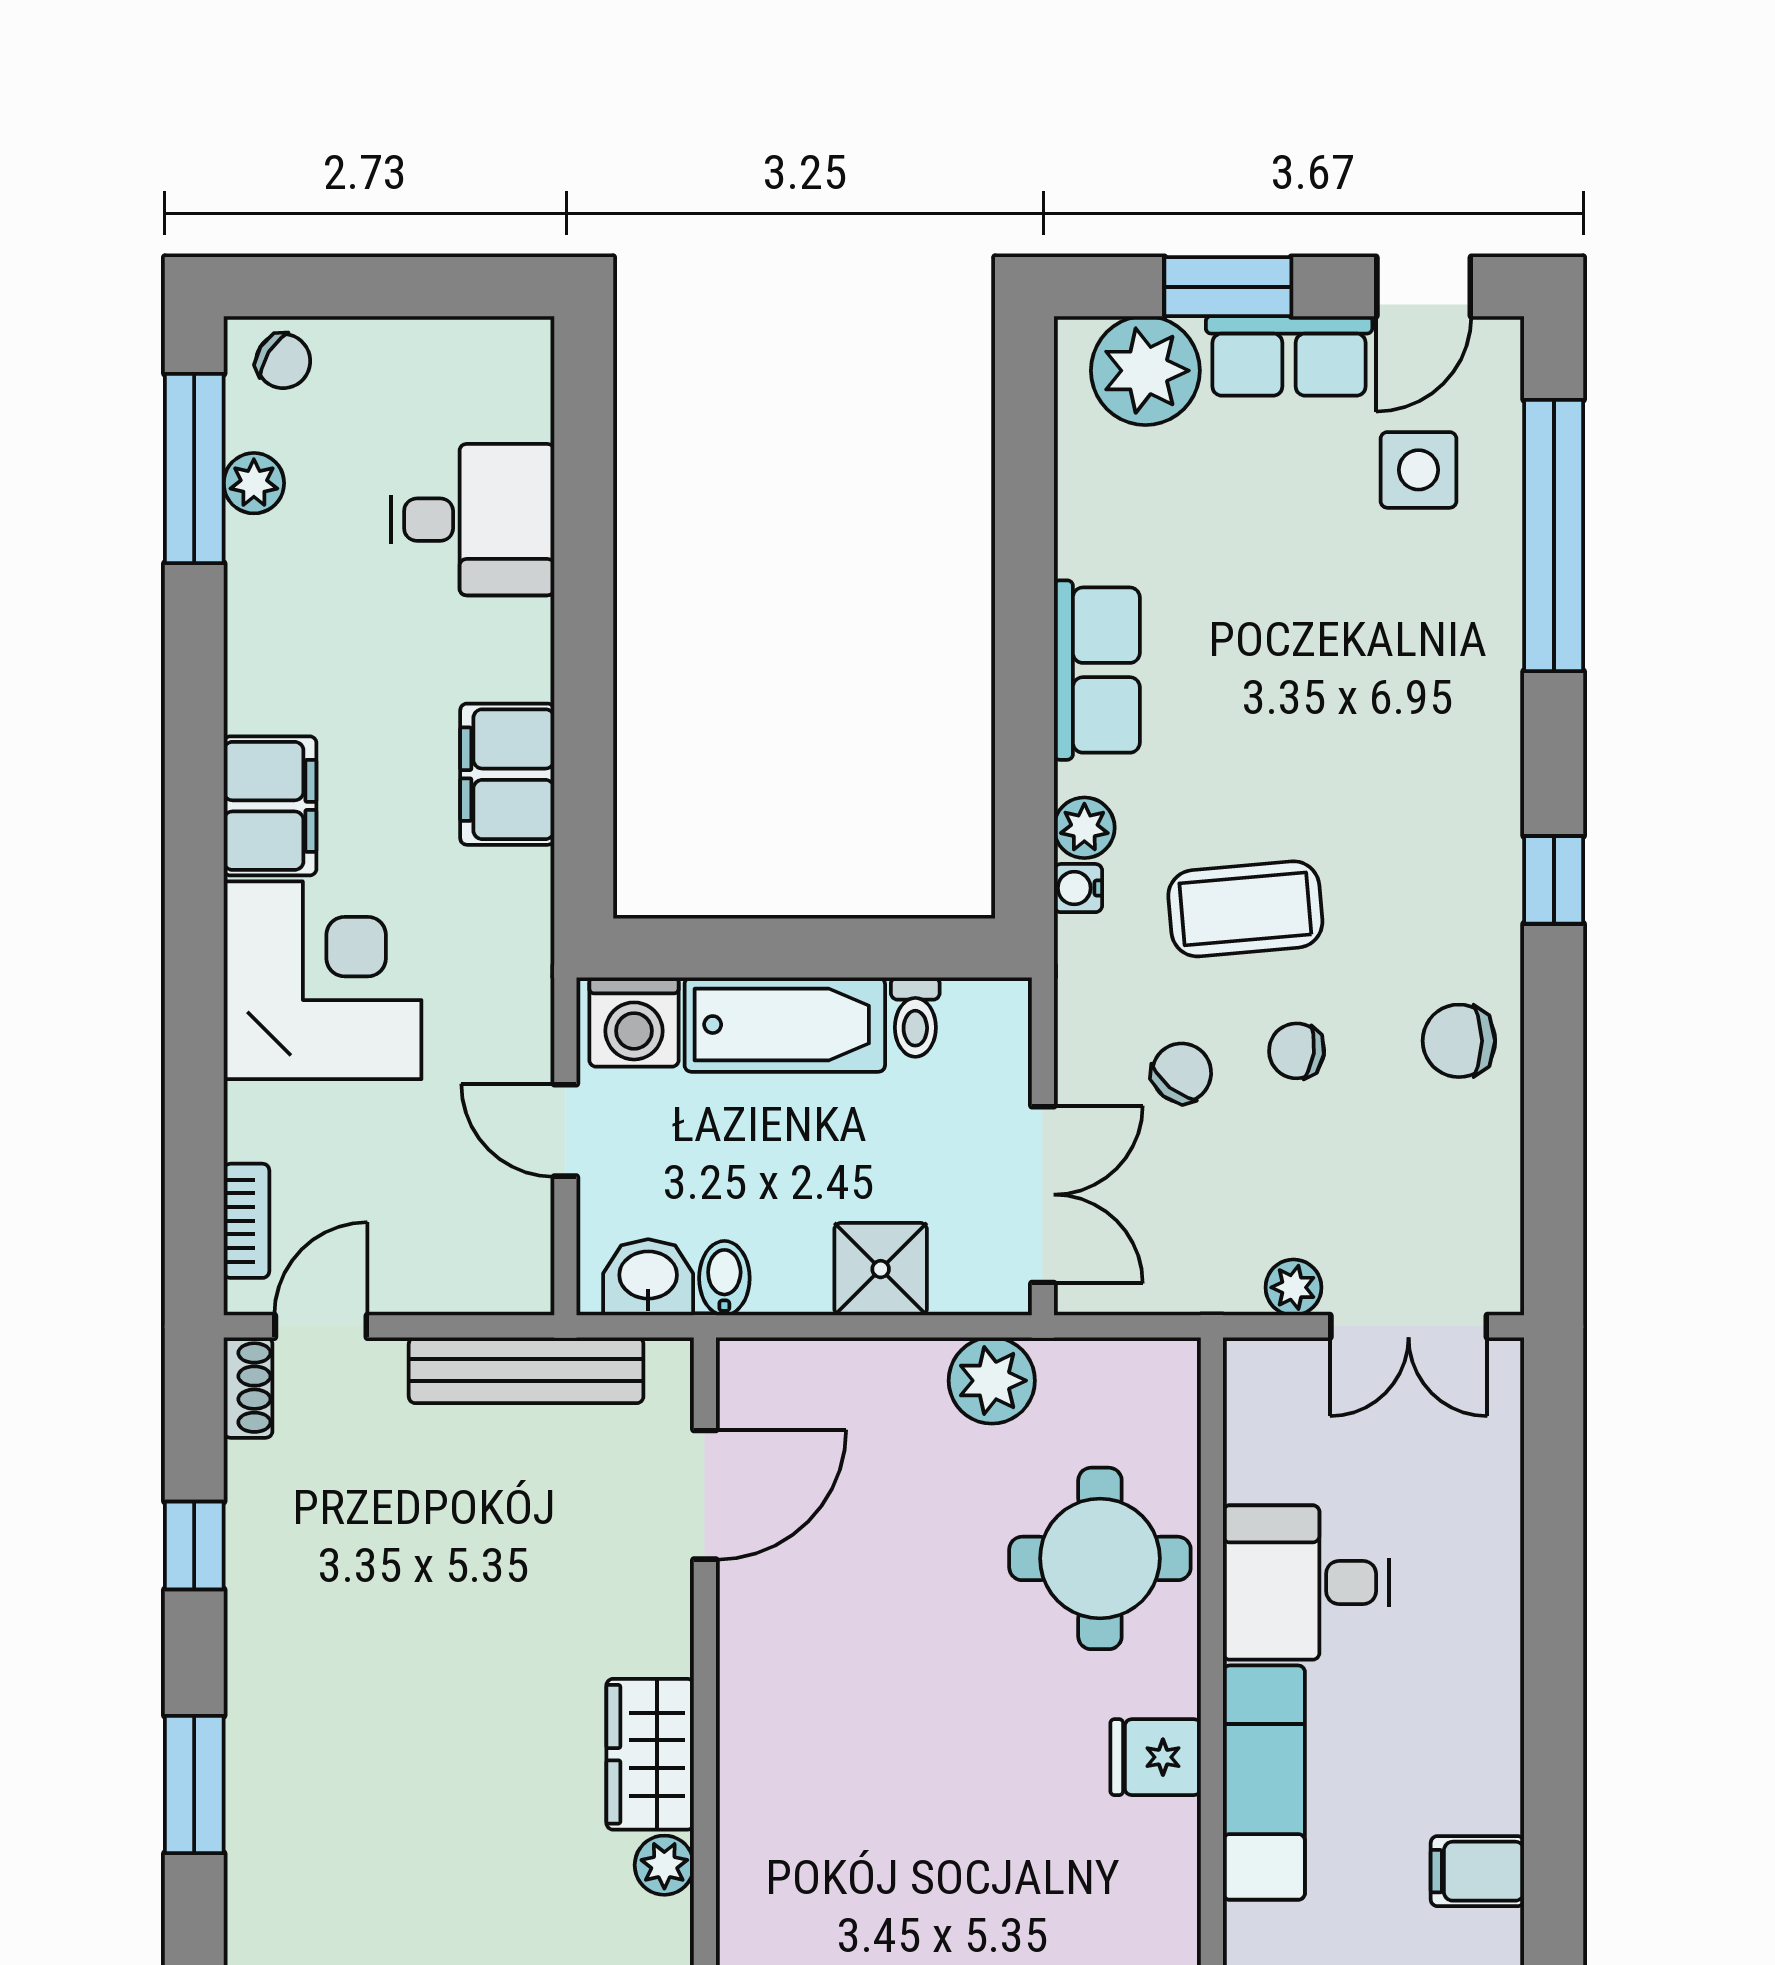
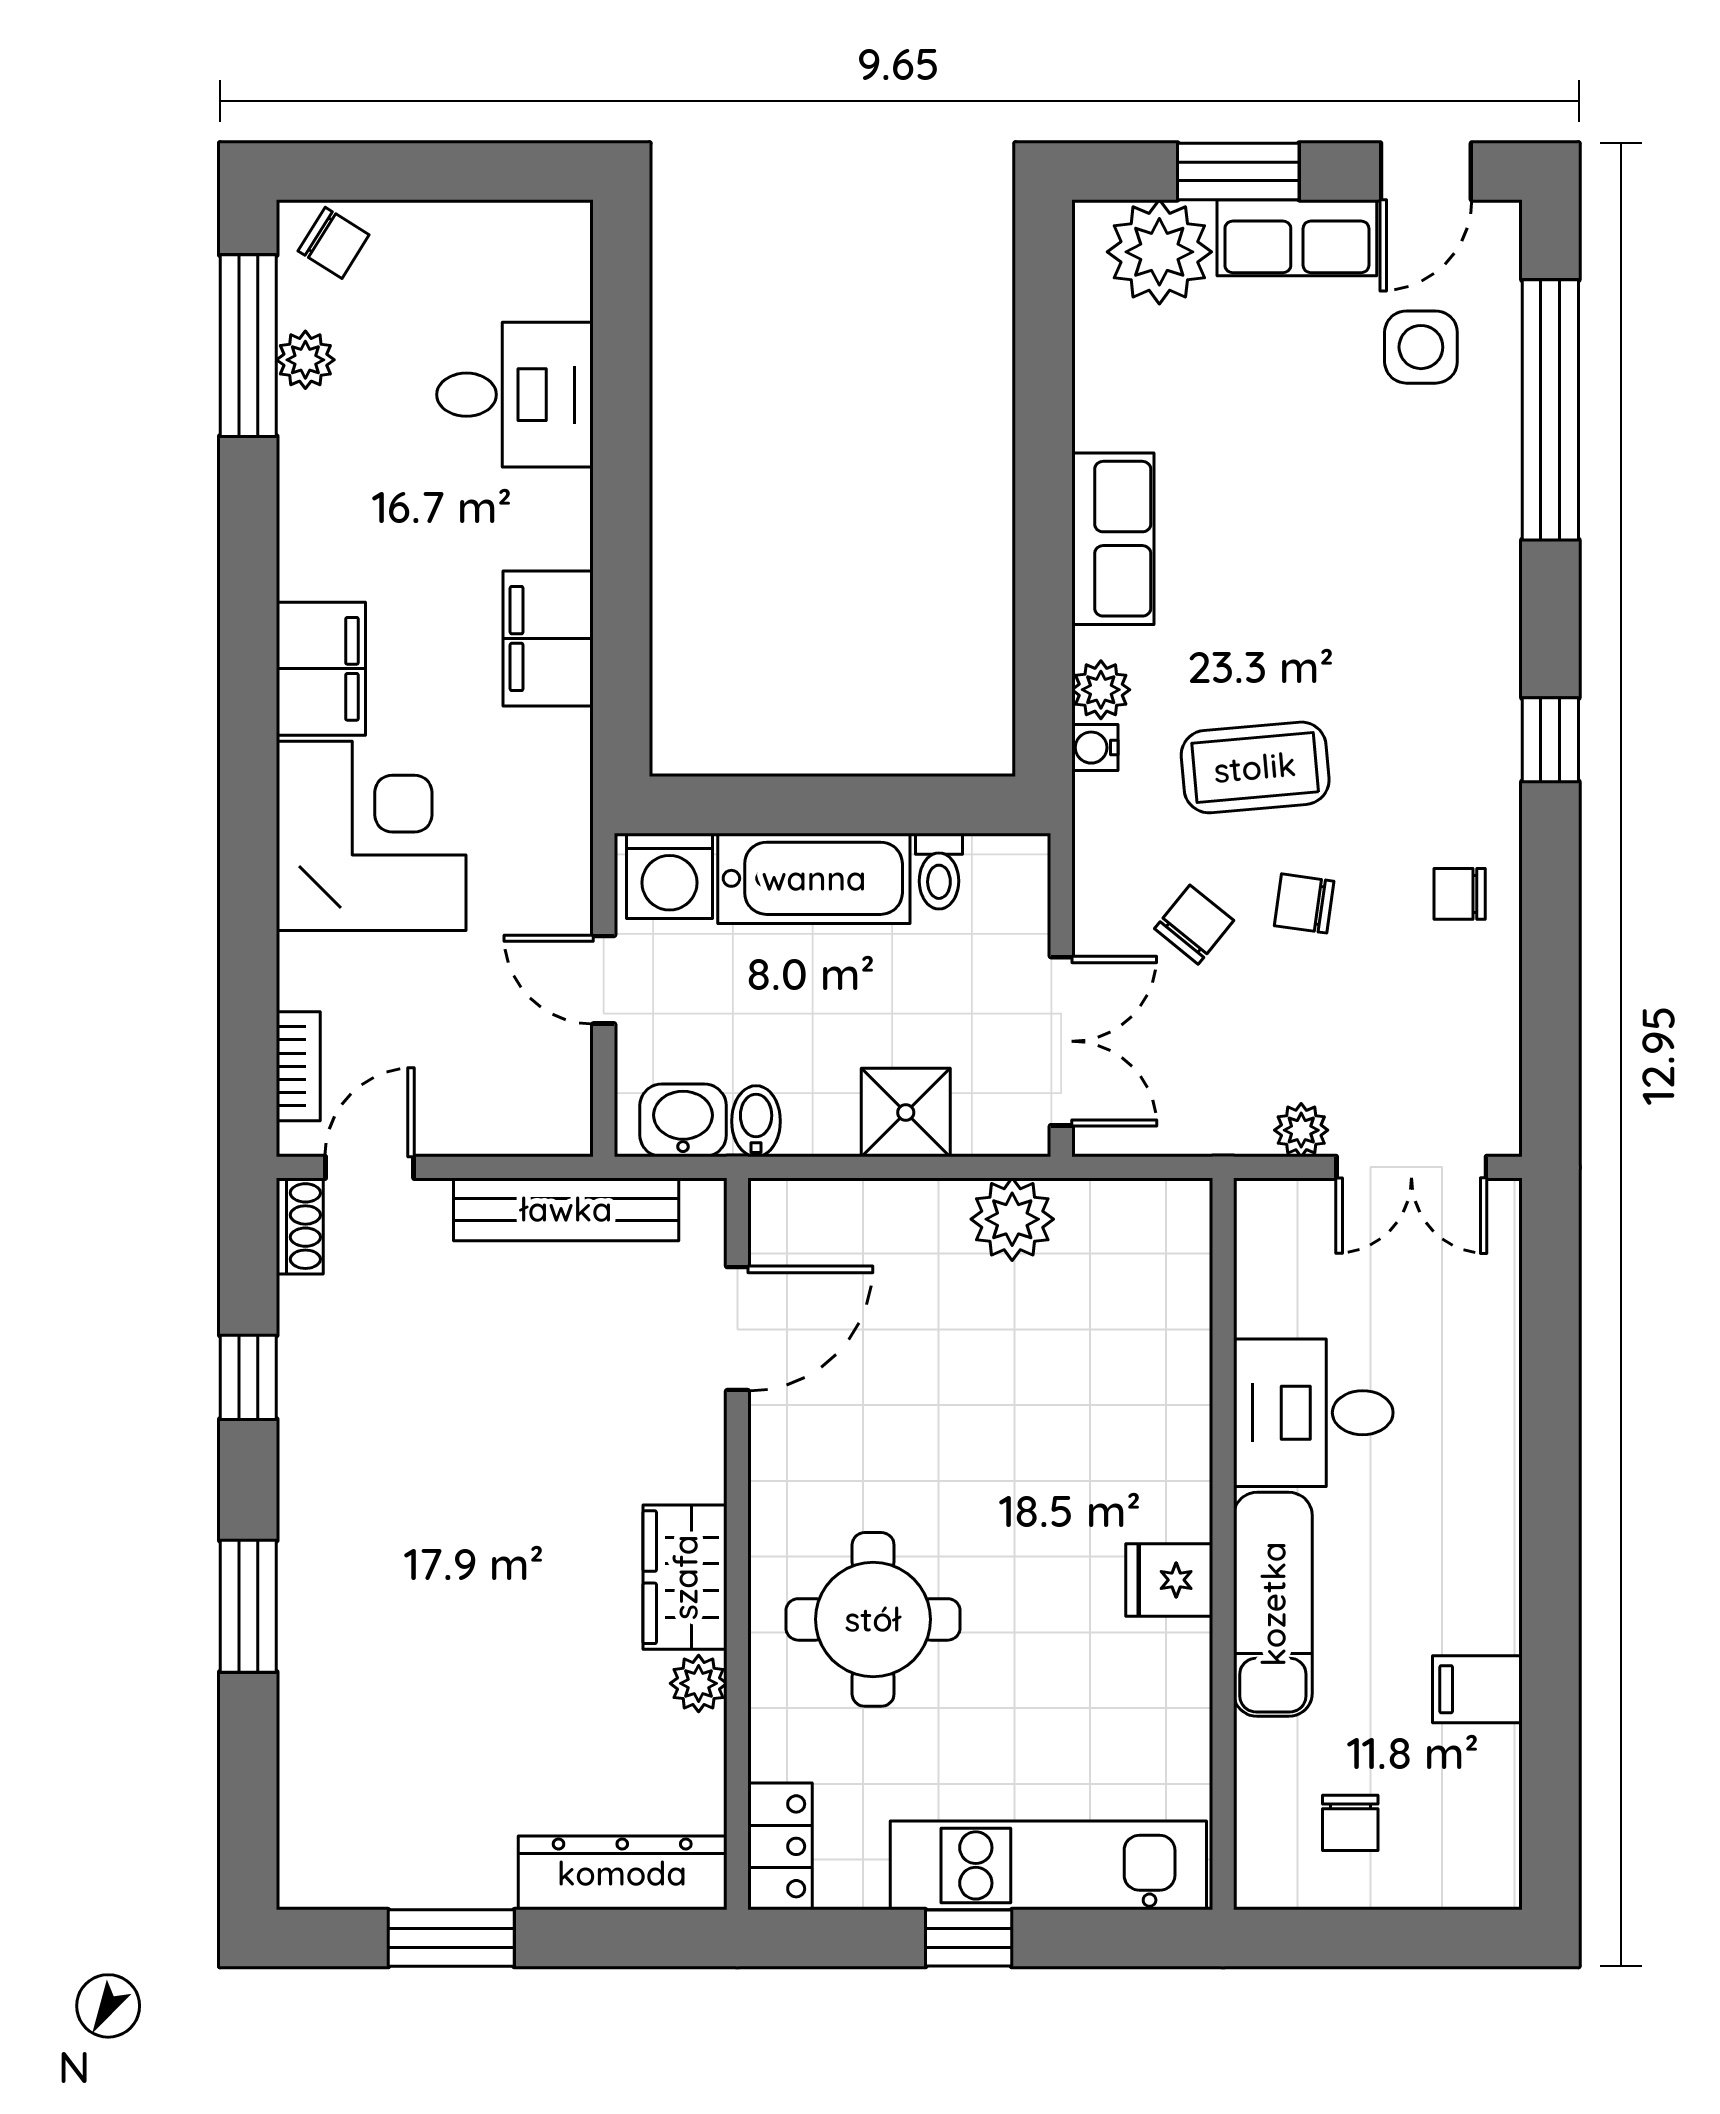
chair: (1459, 1041) -> (1460, 894), width x0.73, depth x0.73
round table: (1100, 1558) -> (873, 1619), moved

